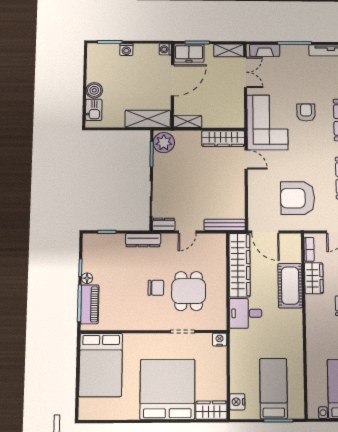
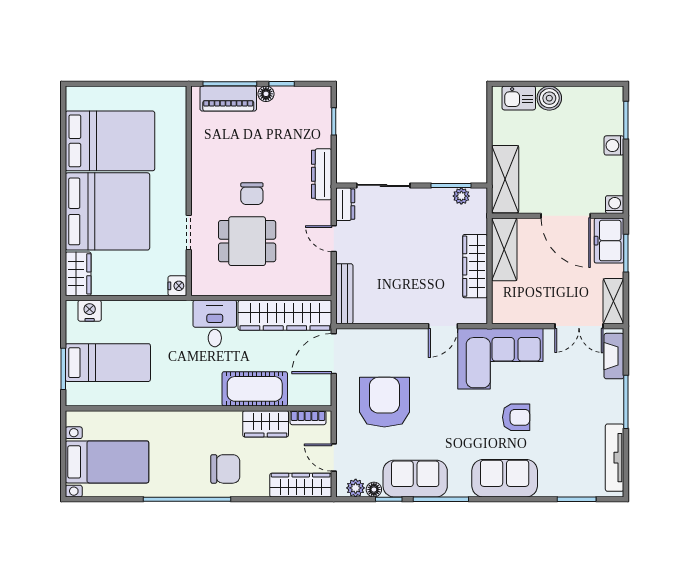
shelving: (188, 122) -> (504, 249), width x1.50, depth x1.33
wardrobe: (223, 139) -> (475, 266), moved
plant: (164, 143) -> (461, 196), width x0.53, depth x0.53
bed: (101, 365) -> (110, 141), moved, turned 180

